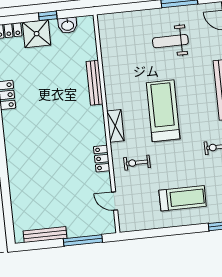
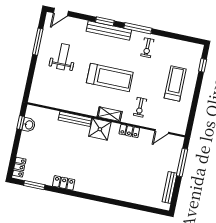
window: (48, 16) -> (21, 123), moved
shower: (37, 34) -> (100, 129), moved
weight bench: (170, 41) -> (63, 57), turned 180
treadmill: (163, 111) -> (110, 77), turned 180

